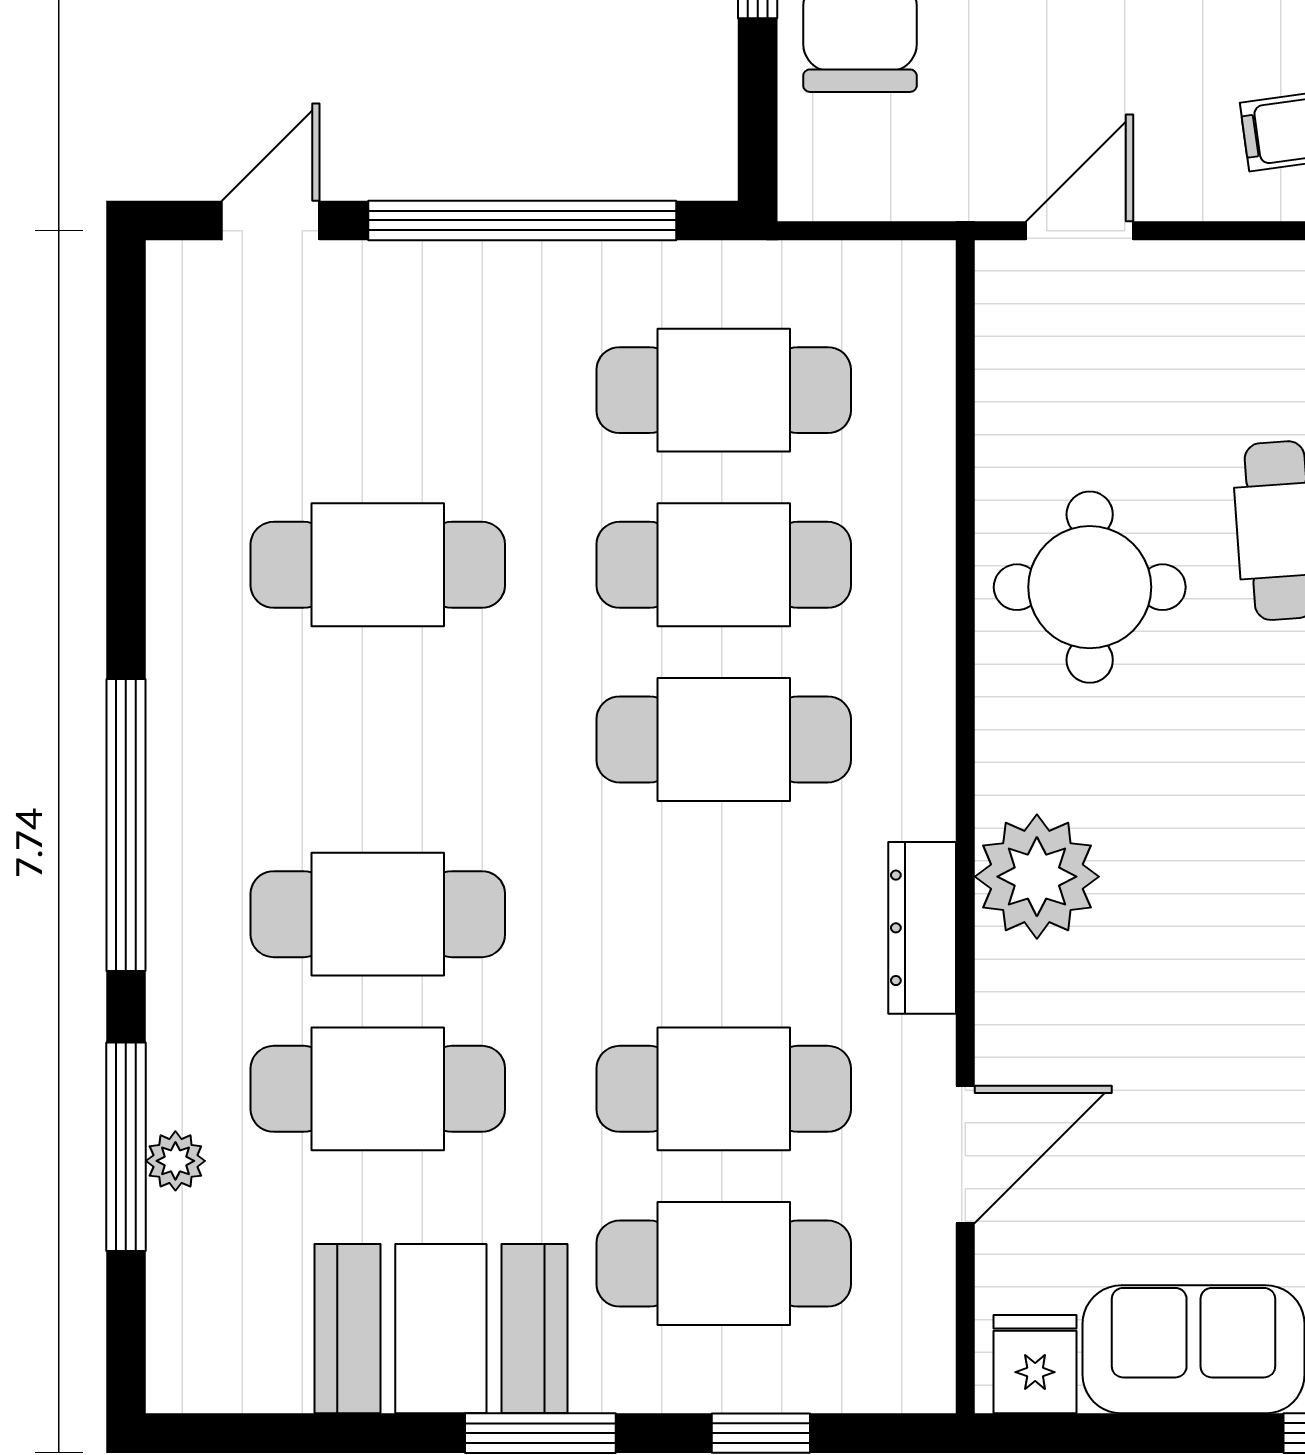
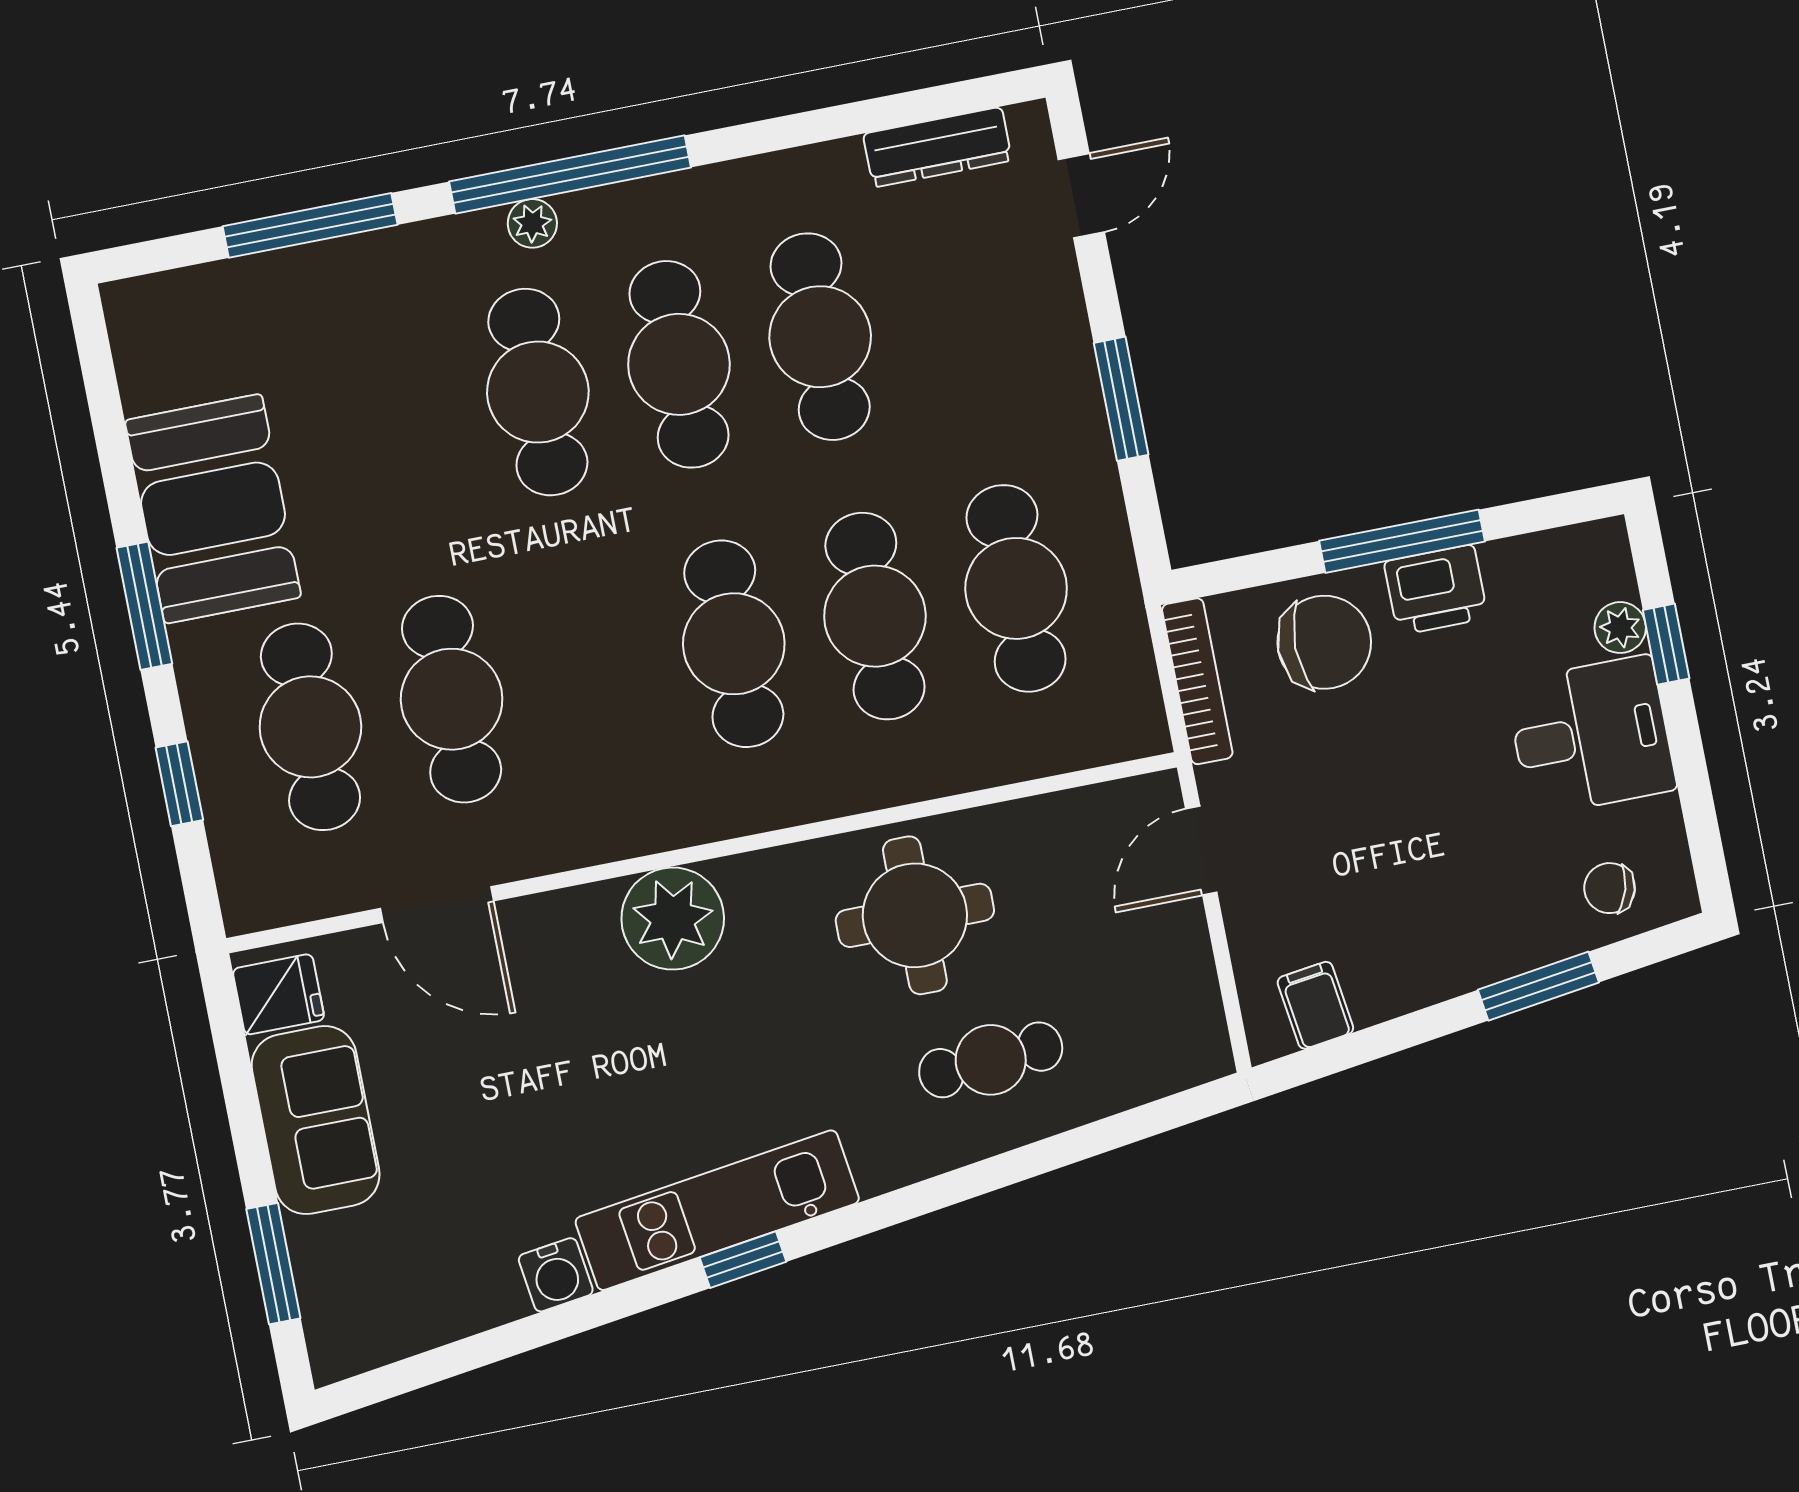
bookcase: (877, 196) -> (1197, 681), added
door: (271, 220) -> (1081, 196), hinge flipped
window: (522, 220) -> (1121, 399), width x0.47
door: (1080, 231) -> (1201, 851), swing flipped
dresser: (922, 928) -> (937, 147), moved, turned 180
cafe table: (378, 1089) -> (679, 364), moved
plant: (175, 1161) -> (532, 223), moved

